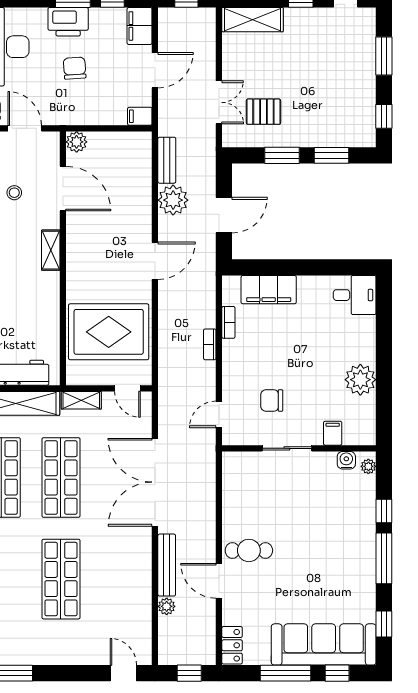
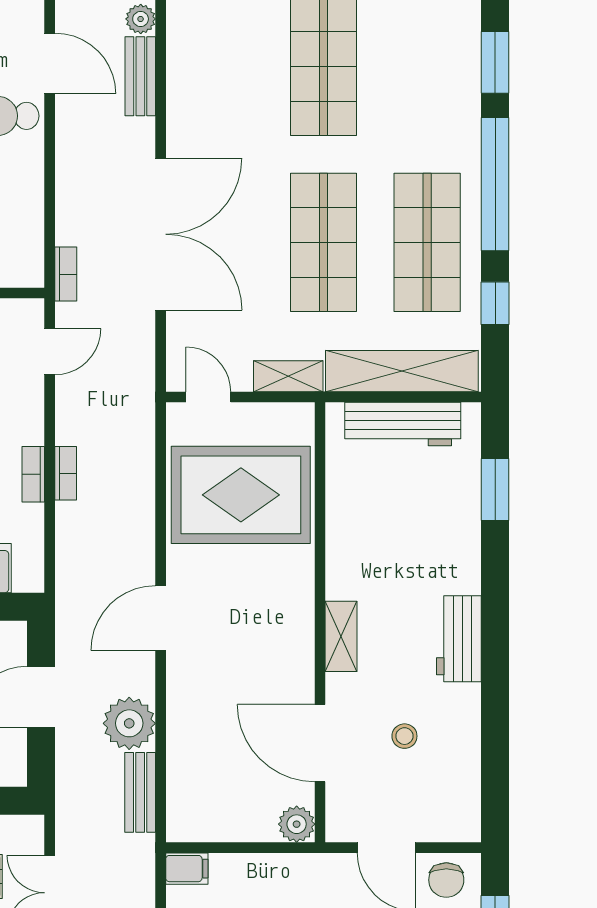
bookcase: (228, 322) -> (33, 474), moved
bookcase: (210, 459) -> (66, 274), added
bench: (167, 565) -> (140, 76), width x0.73

